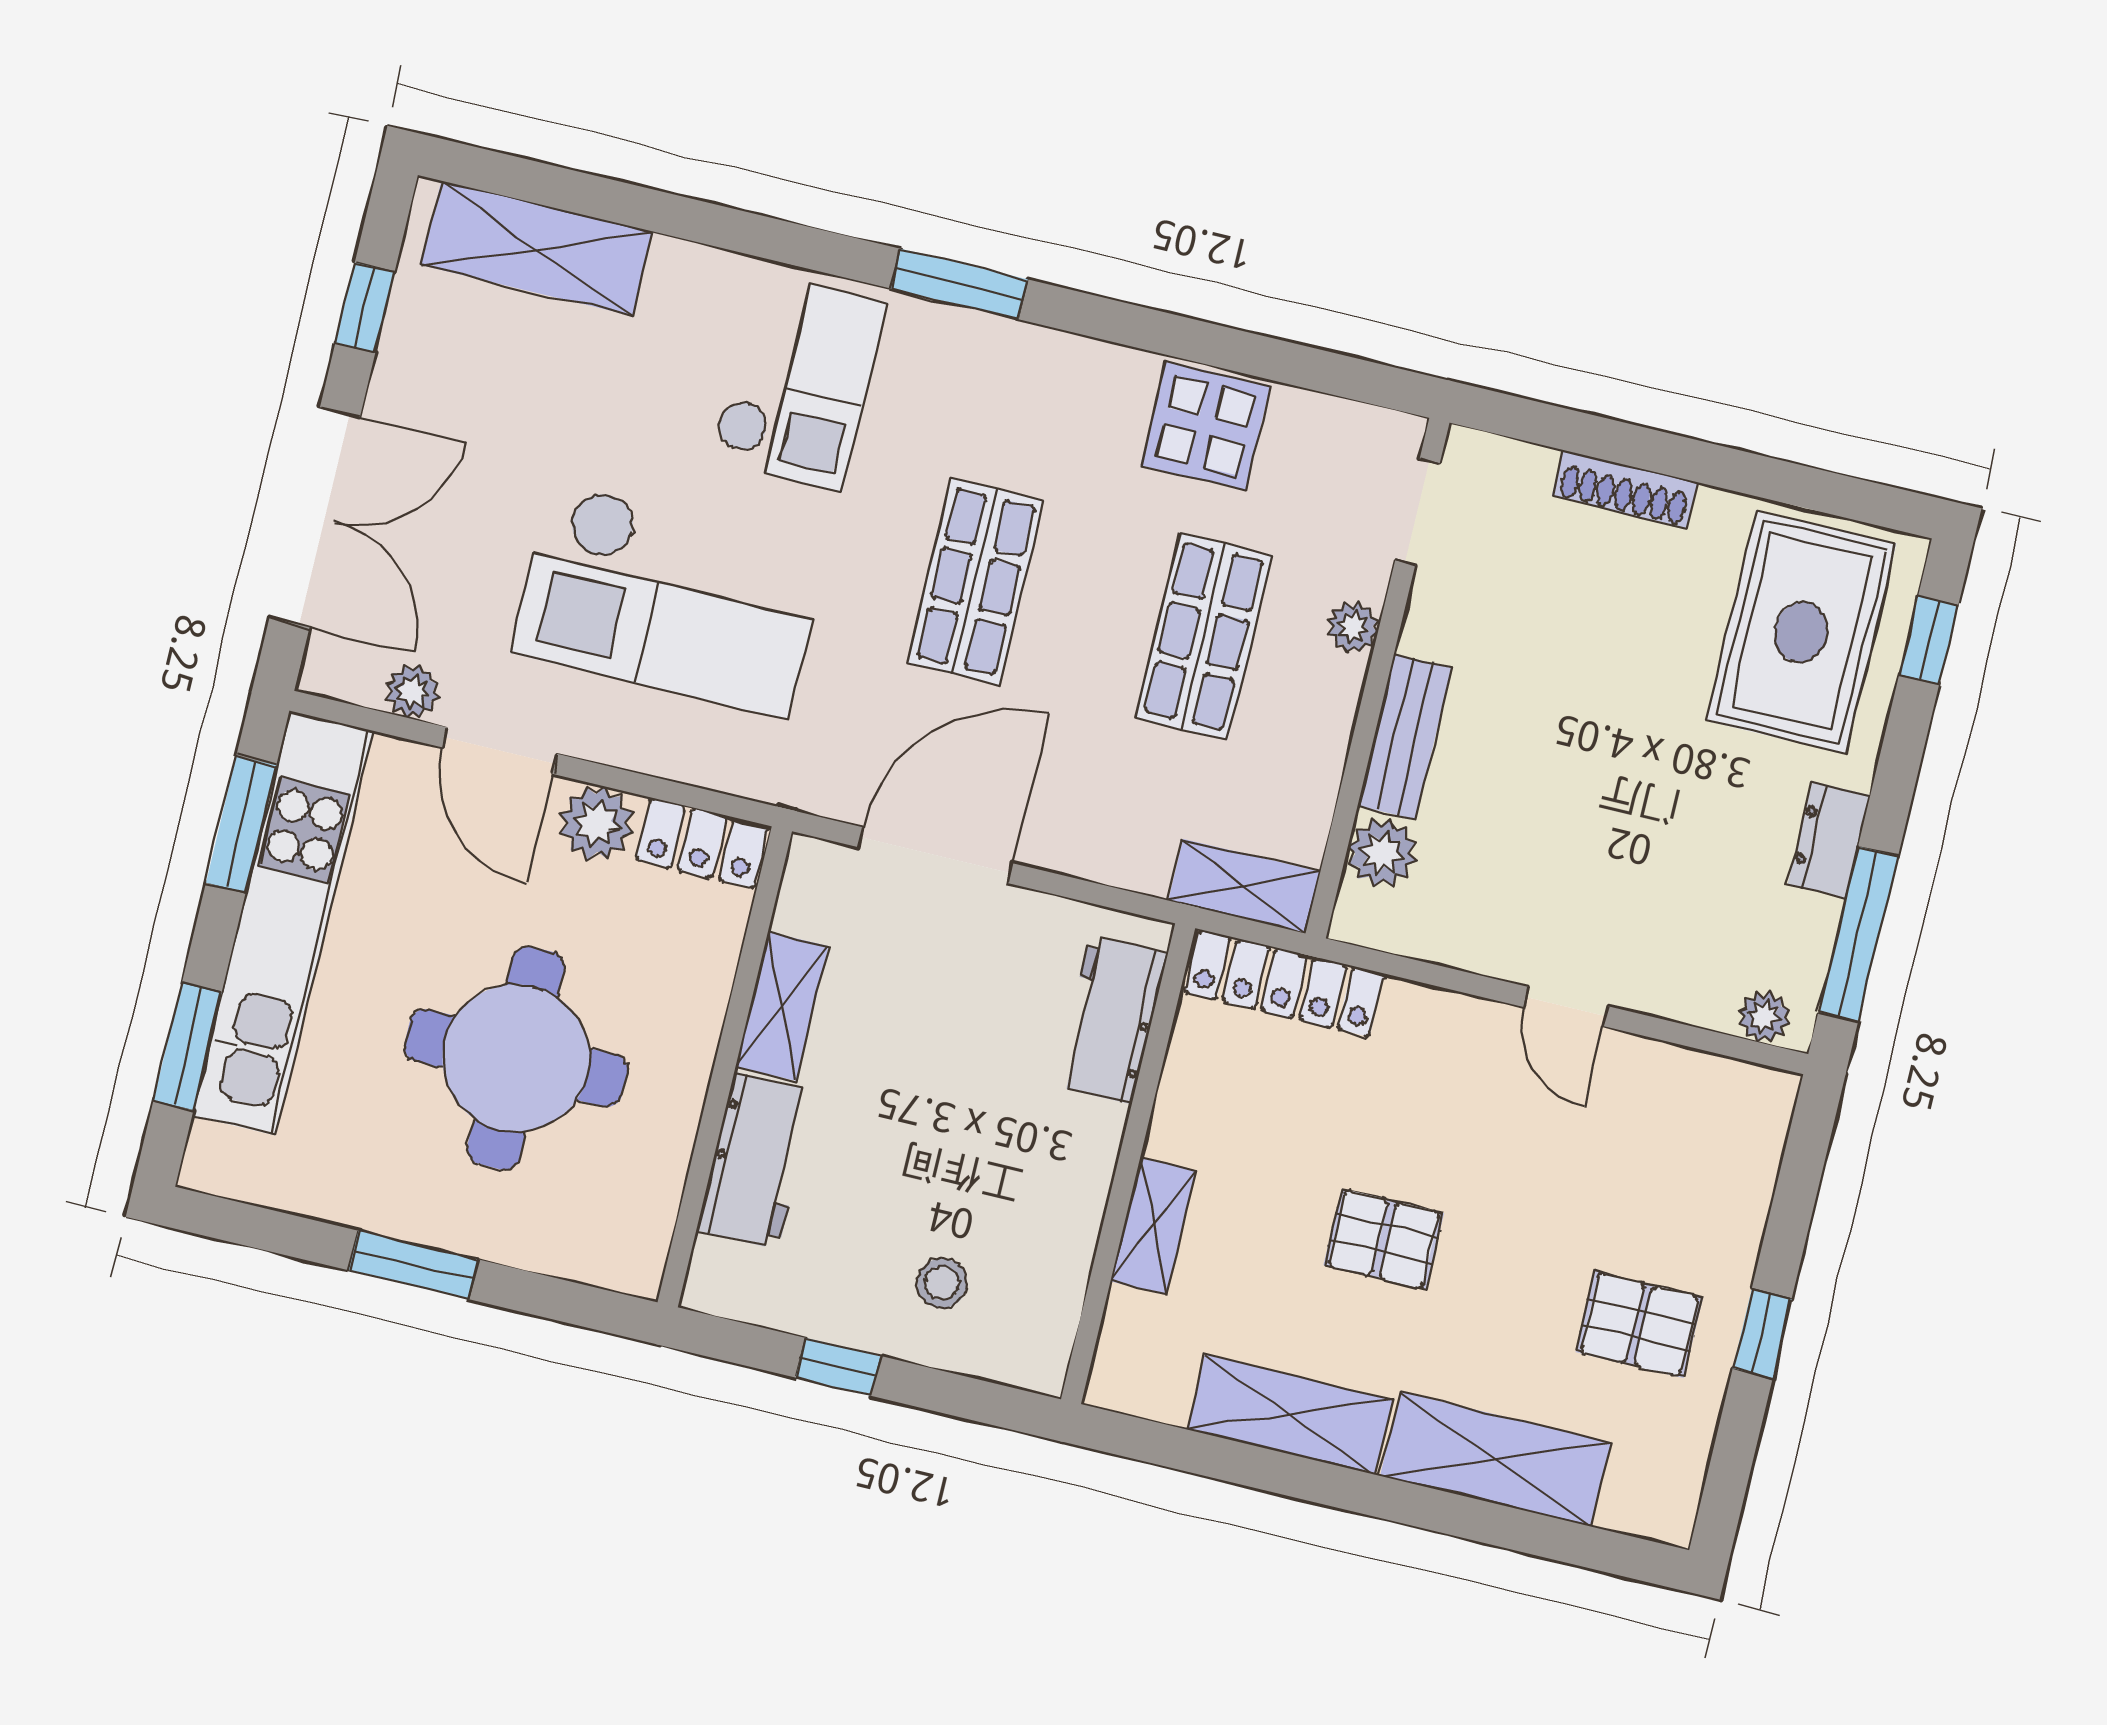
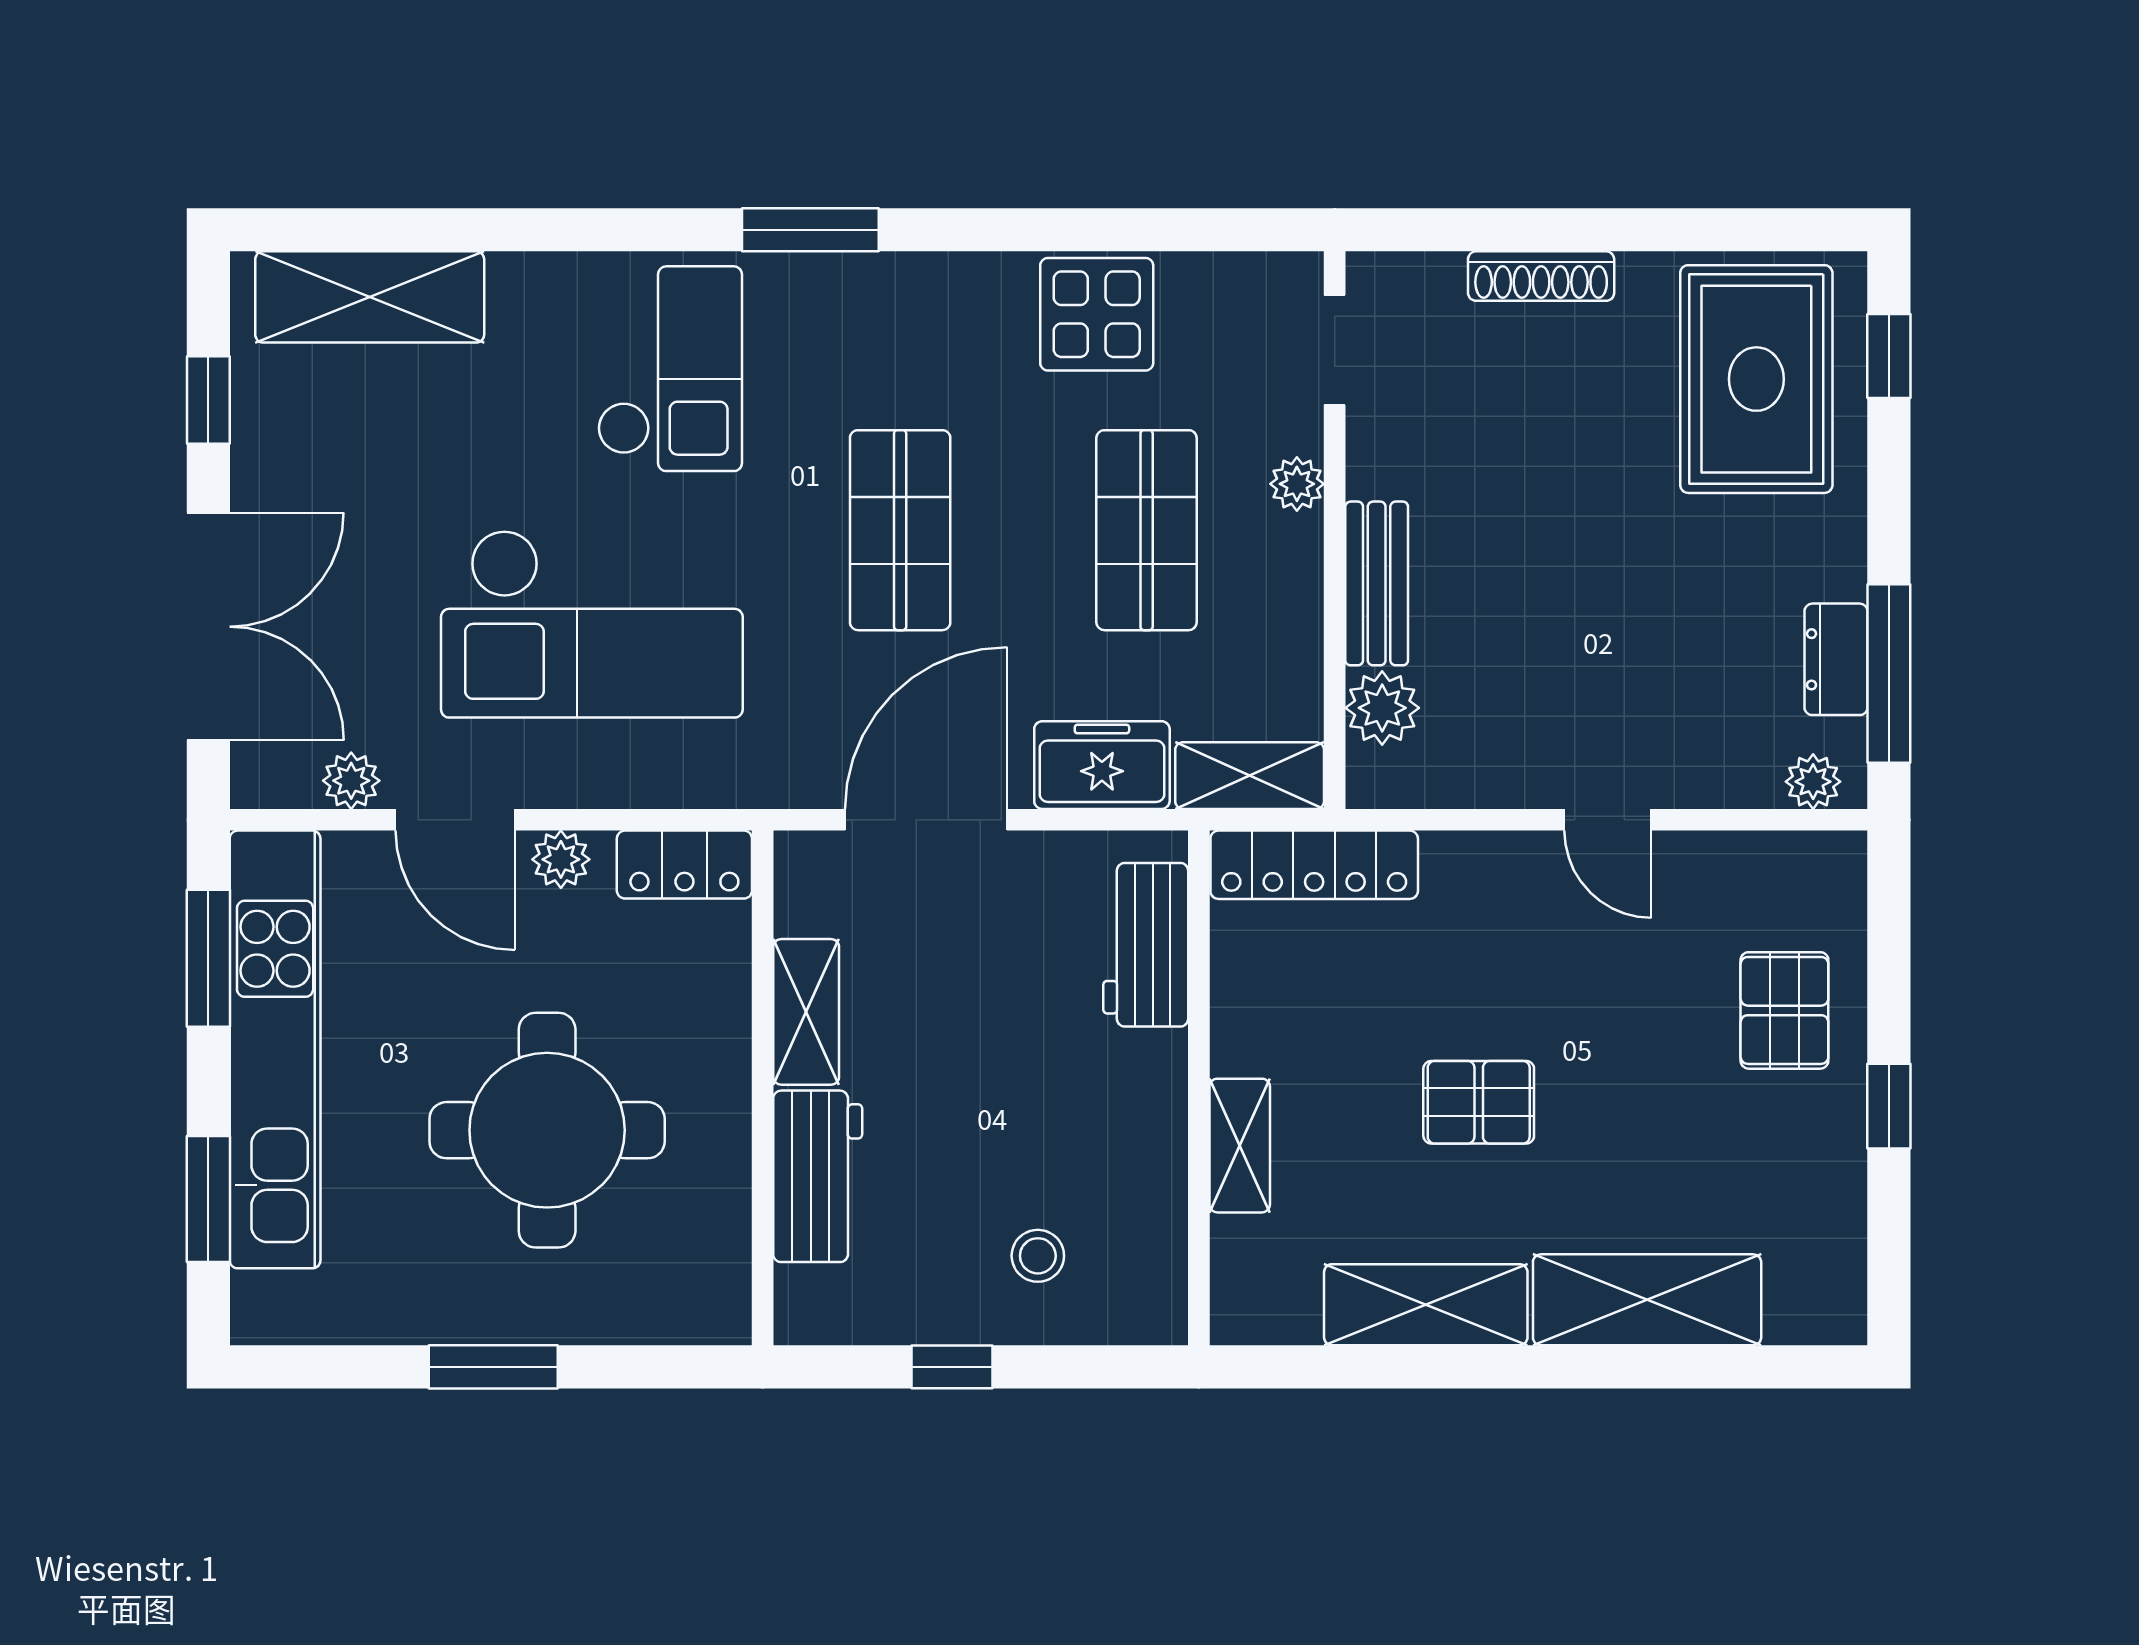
plant: (597, 823) -> (561, 859), width x0.73, depth x0.73
dresser: (1829, 840) -> (1836, 659), moved
freezer: (1110, 844) -> (1102, 765), added
pallet: (1639, 1325) -> (1784, 1010), moved, turned 90

